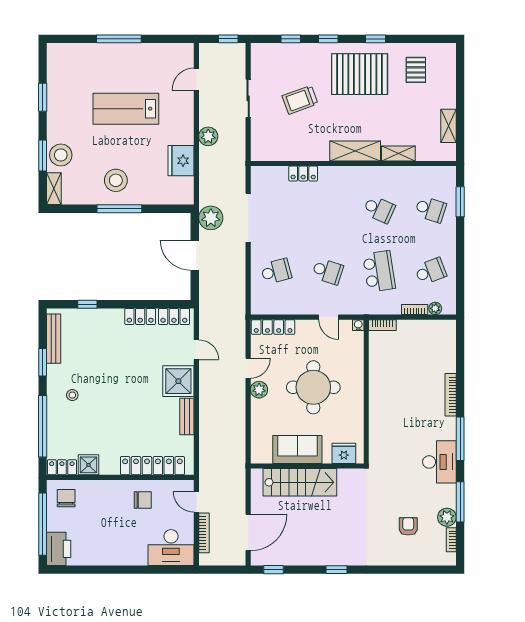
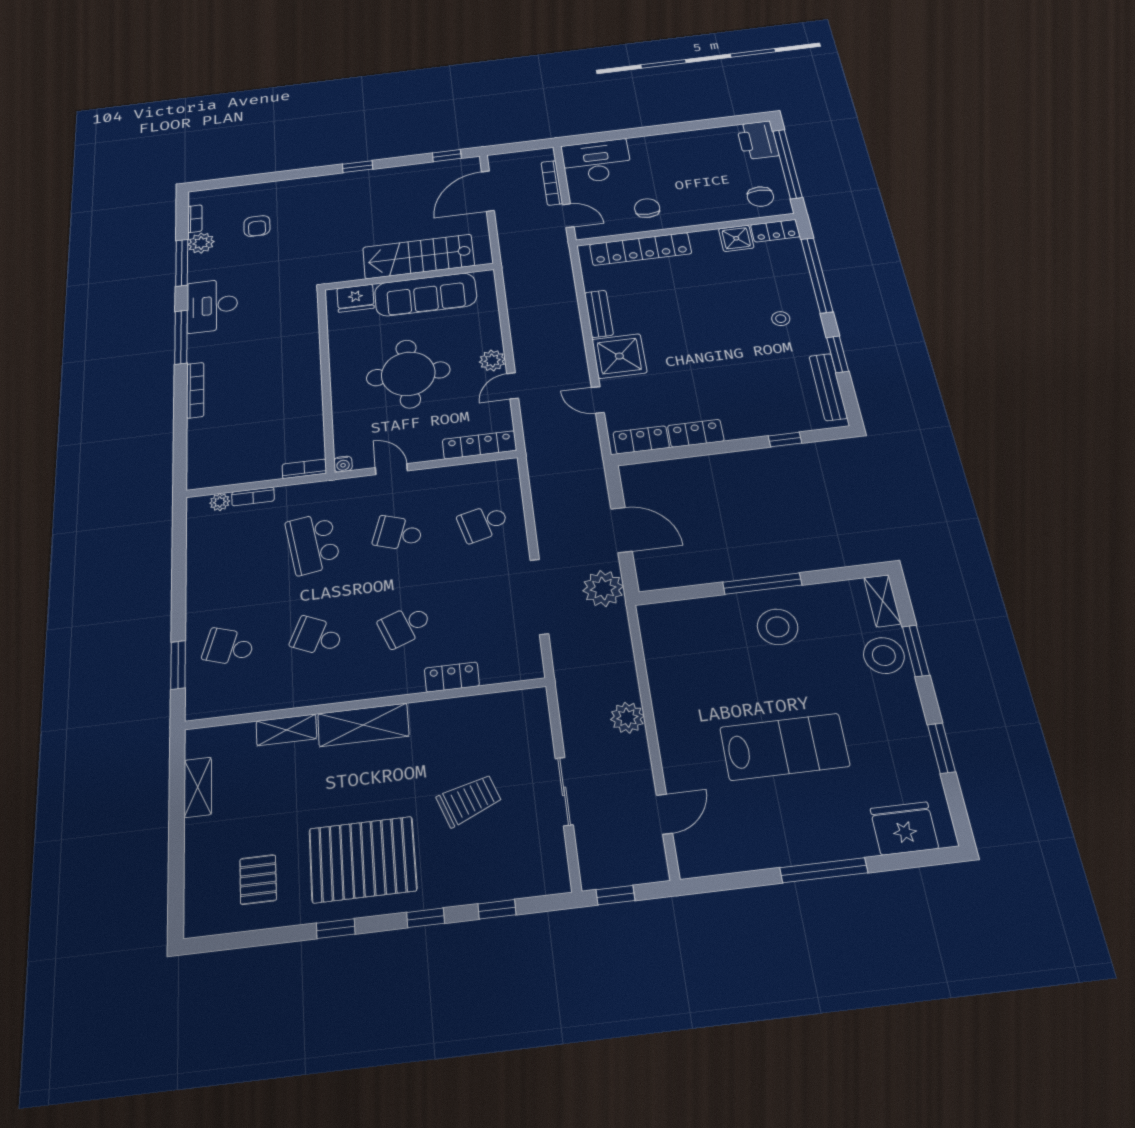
fridge: (181, 161) -> (904, 828), moved, turned -90
school desk: (431, 271) -> (405, 626), moved
sofa: (297, 449) -> (426, 294), width x1.36
chair: (143, 500) -> (647, 208), turned 90

